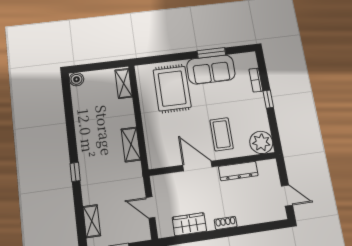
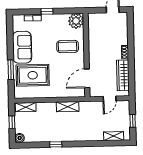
window: (211, 53) -> (11, 70), moved
window: (99, 66) -> (12, 122), added
door: (197, 166) -> (87, 78), moved
dresser: (238, 171) -> (93, 39), removed
window: (75, 172) -> (56, 144), moved
wardrobe: (189, 224) -> (123, 75), width x1.50

